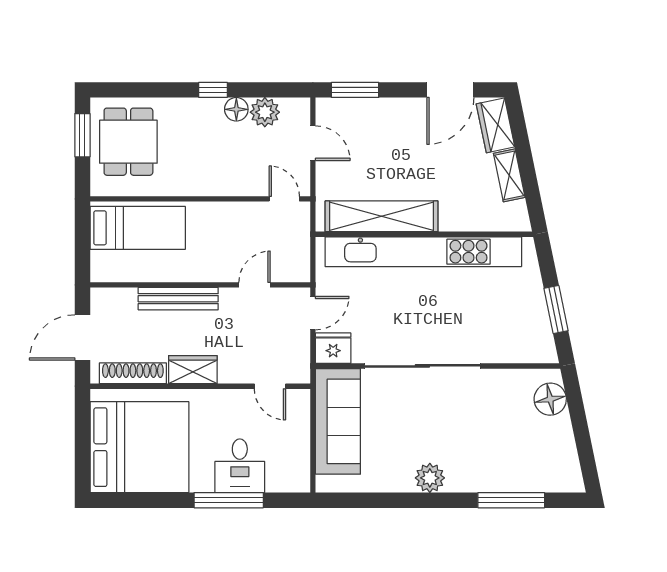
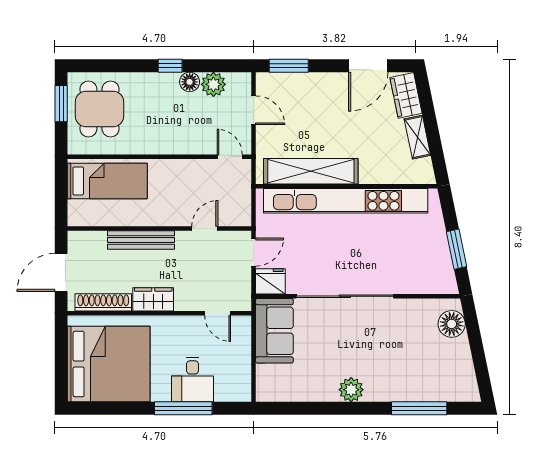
sofa: (338, 421) -> (274, 331), width x0.73

